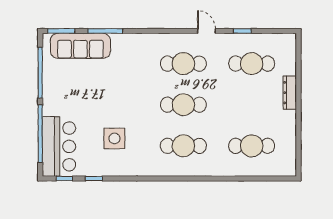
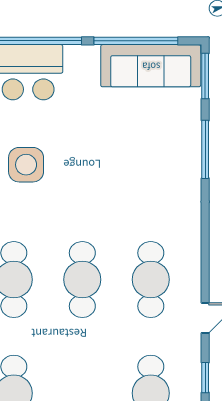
sofa: (80, 46) -> (151, 66), moved, turned -90

